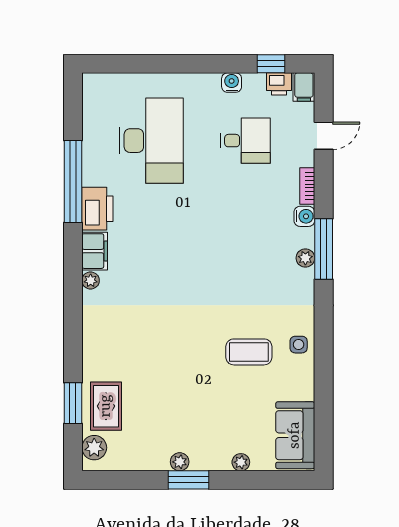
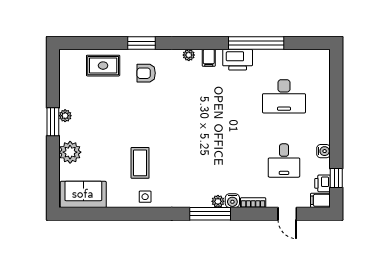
desk: (151, 141) -> (284, 96), width x0.73, depth x0.77
filing cabinet: (95, 251) -> (209, 58), width x0.50
plant: (305, 258) -> (218, 201), moved
armchair: (117, 343) -> (146, 73), added
window: (73, 403) -> (141, 43), moved
plant: (94, 448) -> (75, 58), removed
plant: (241, 462) -> (70, 152), width x1.88, depth x1.88

